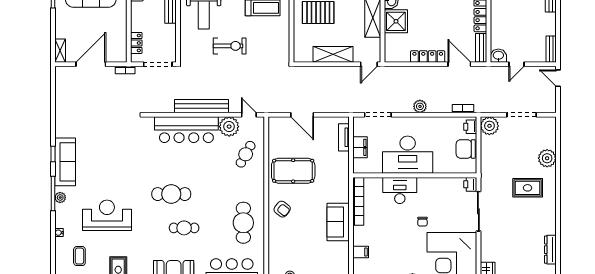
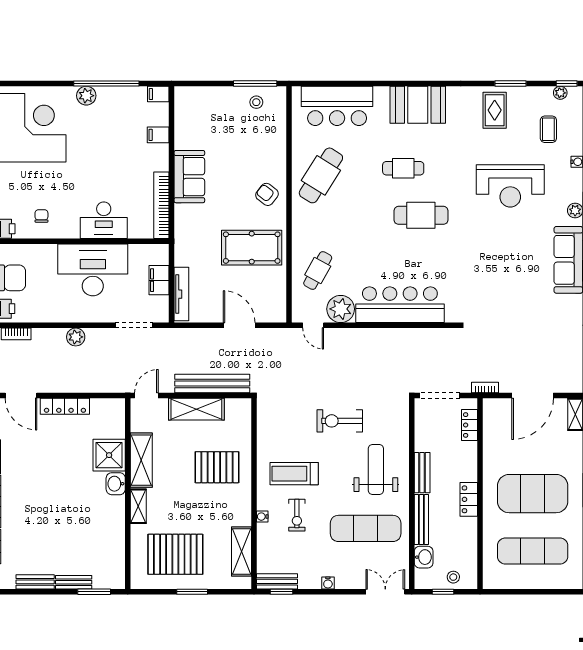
bench: (202, 106) -> (212, 384), moved
tv unit: (344, 137) -> (181, 294), width x1.41
chair: (422, 222) -> (41, 216), moved
cafe table: (243, 223) -> (321, 175), turned 32

